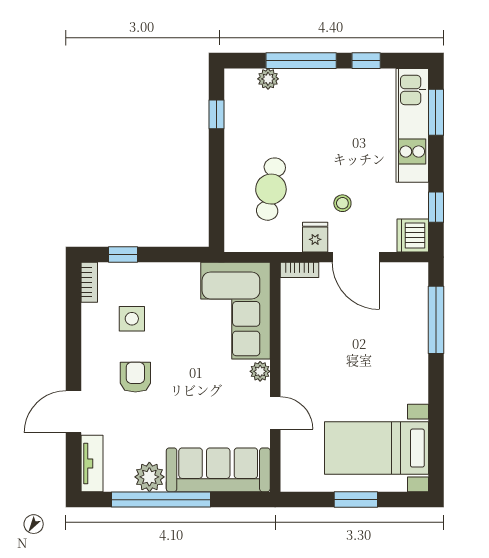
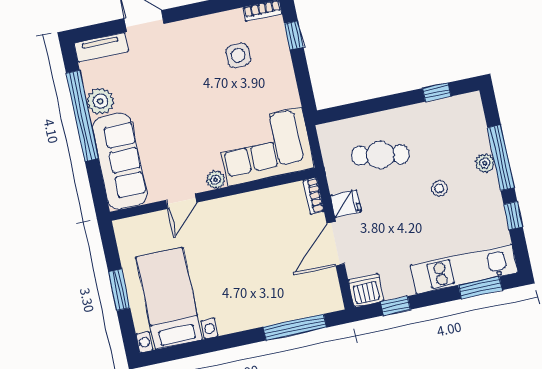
plant: (268, 79) -> (485, 163), moved
stool: (342, 203) -> (439, 188), moved
armchair: (135, 377) -> (187, 70), removed

